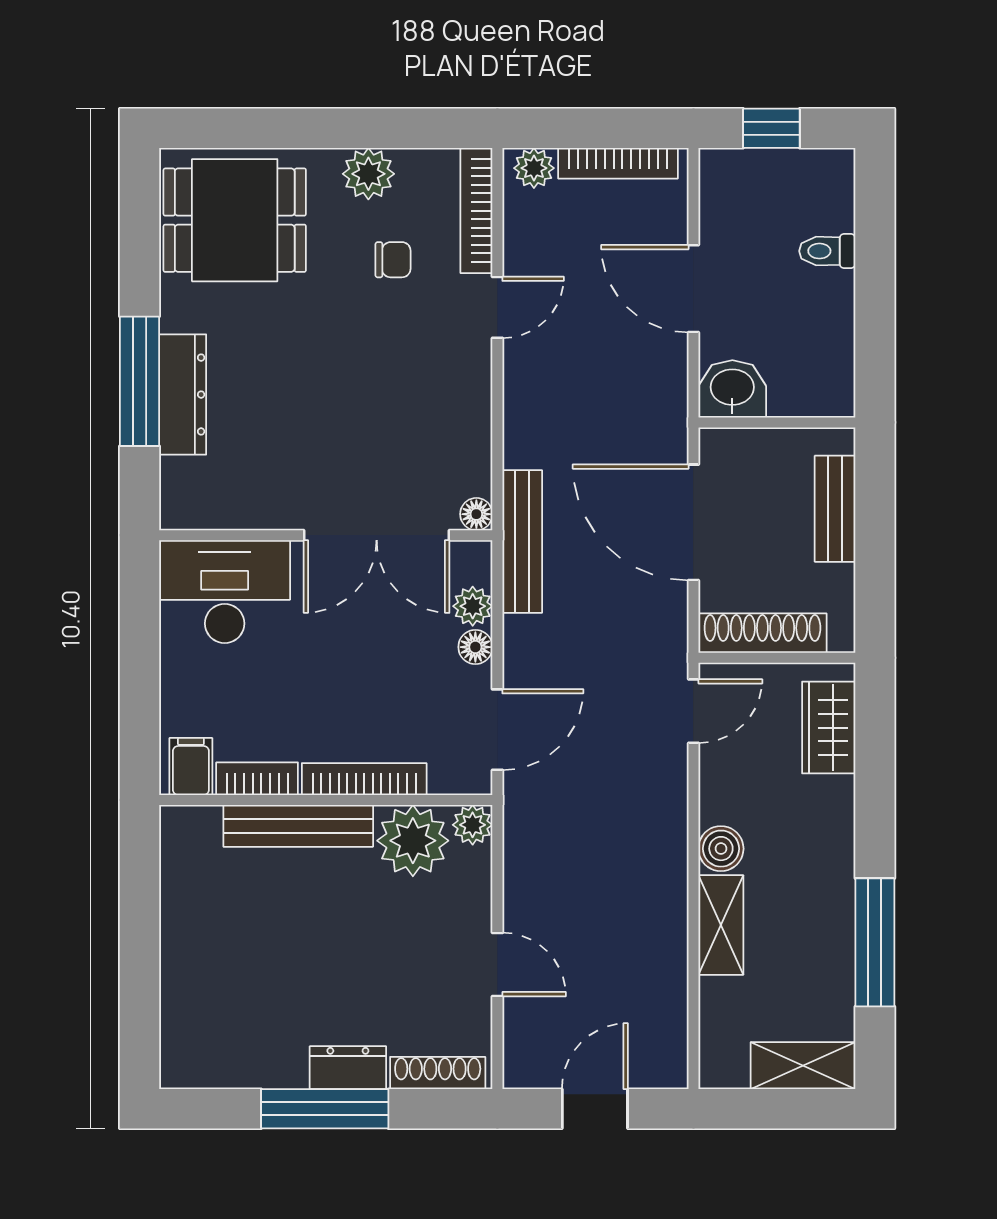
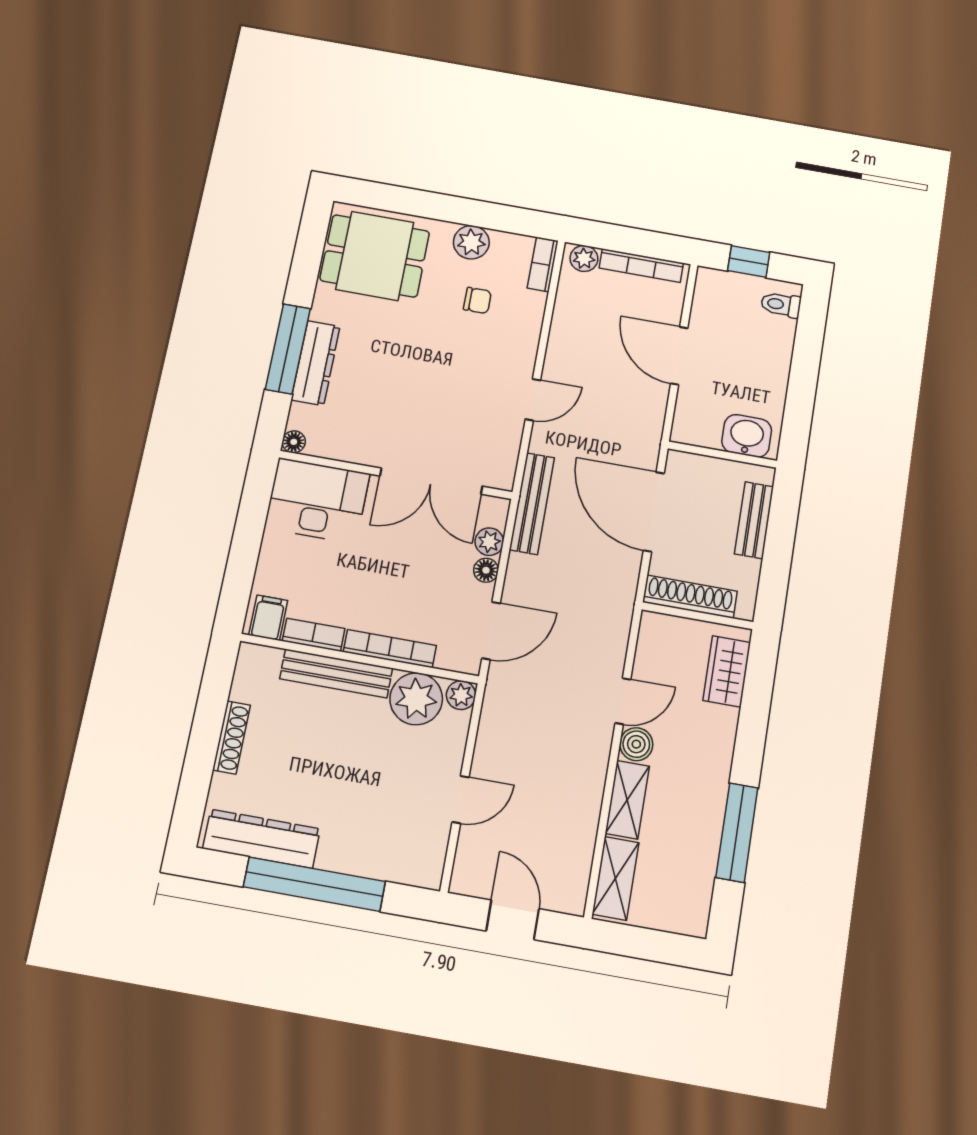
bookcase: (476, 211) -> (543, 264), width x0.64
toilet: (827, 251) -> (781, 305), moved
door: (497, 307) -> (533, 400), moved
washbasin: (732, 389) -> (747, 436), moved
floor lamp: (476, 514) -> (294, 442), moved
door: (693, 711) -> (623, 701), moved
door: (497, 964) -> (461, 800), hinge flipped
shelving: (803, 1066) -> (615, 878), moved, turned 90
dresser: (348, 1068) -> (261, 839), moved, width x1.96, depth x1.24
shoe rack: (438, 1073) -> (231, 738), moved, turned 90
window: (325, 1109) -> (314, 884), width x1.46
door: (595, 1109) -> (513, 920), hinge flipped

